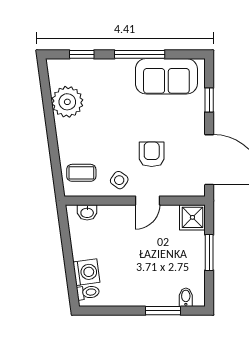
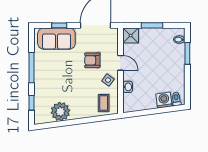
sofa: (166, 76) -> (56, 39), moved, turned 90
washbasin: (87, 212) -> (128, 87), moved

